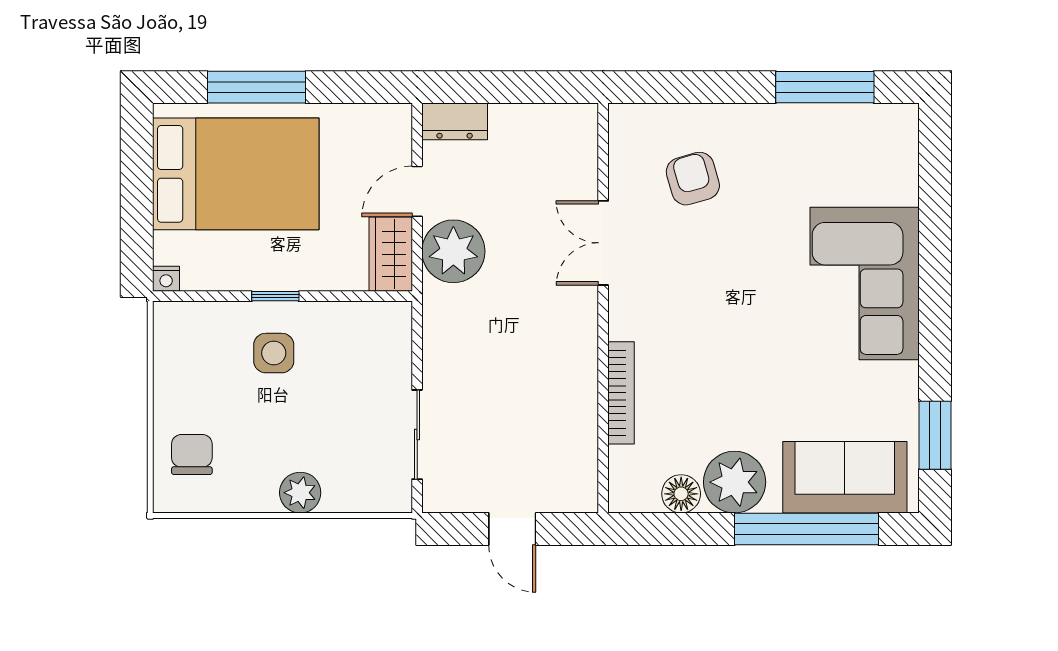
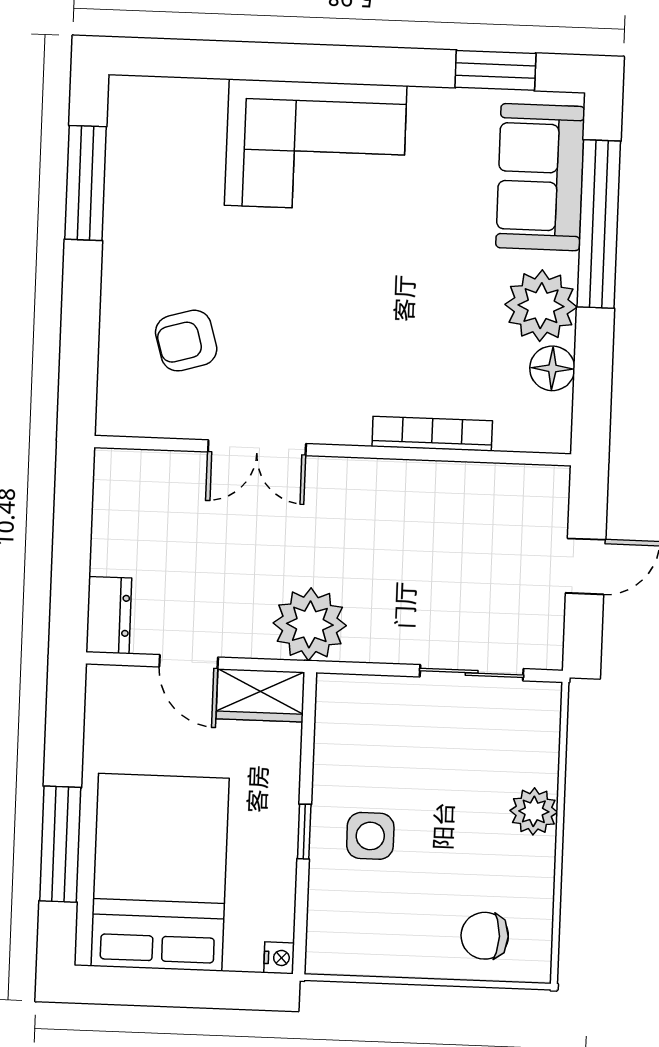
plant: (453, 251) -> (310, 624), moved

